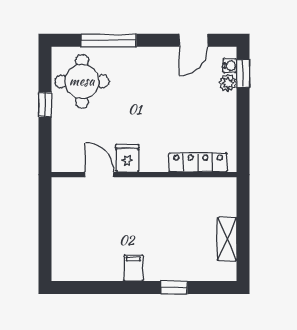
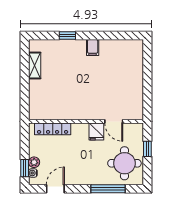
fridge: (127, 158) -> (96, 132), moved
locker: (198, 162) -> (53, 129), moved
door: (99, 175) -> (114, 121), moved
wall: (144, 175) -> (86, 121), moved

